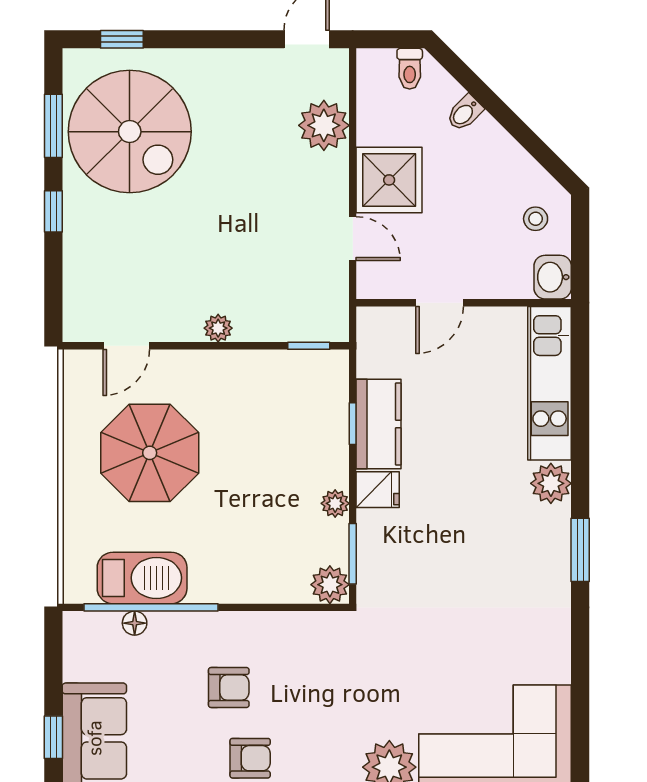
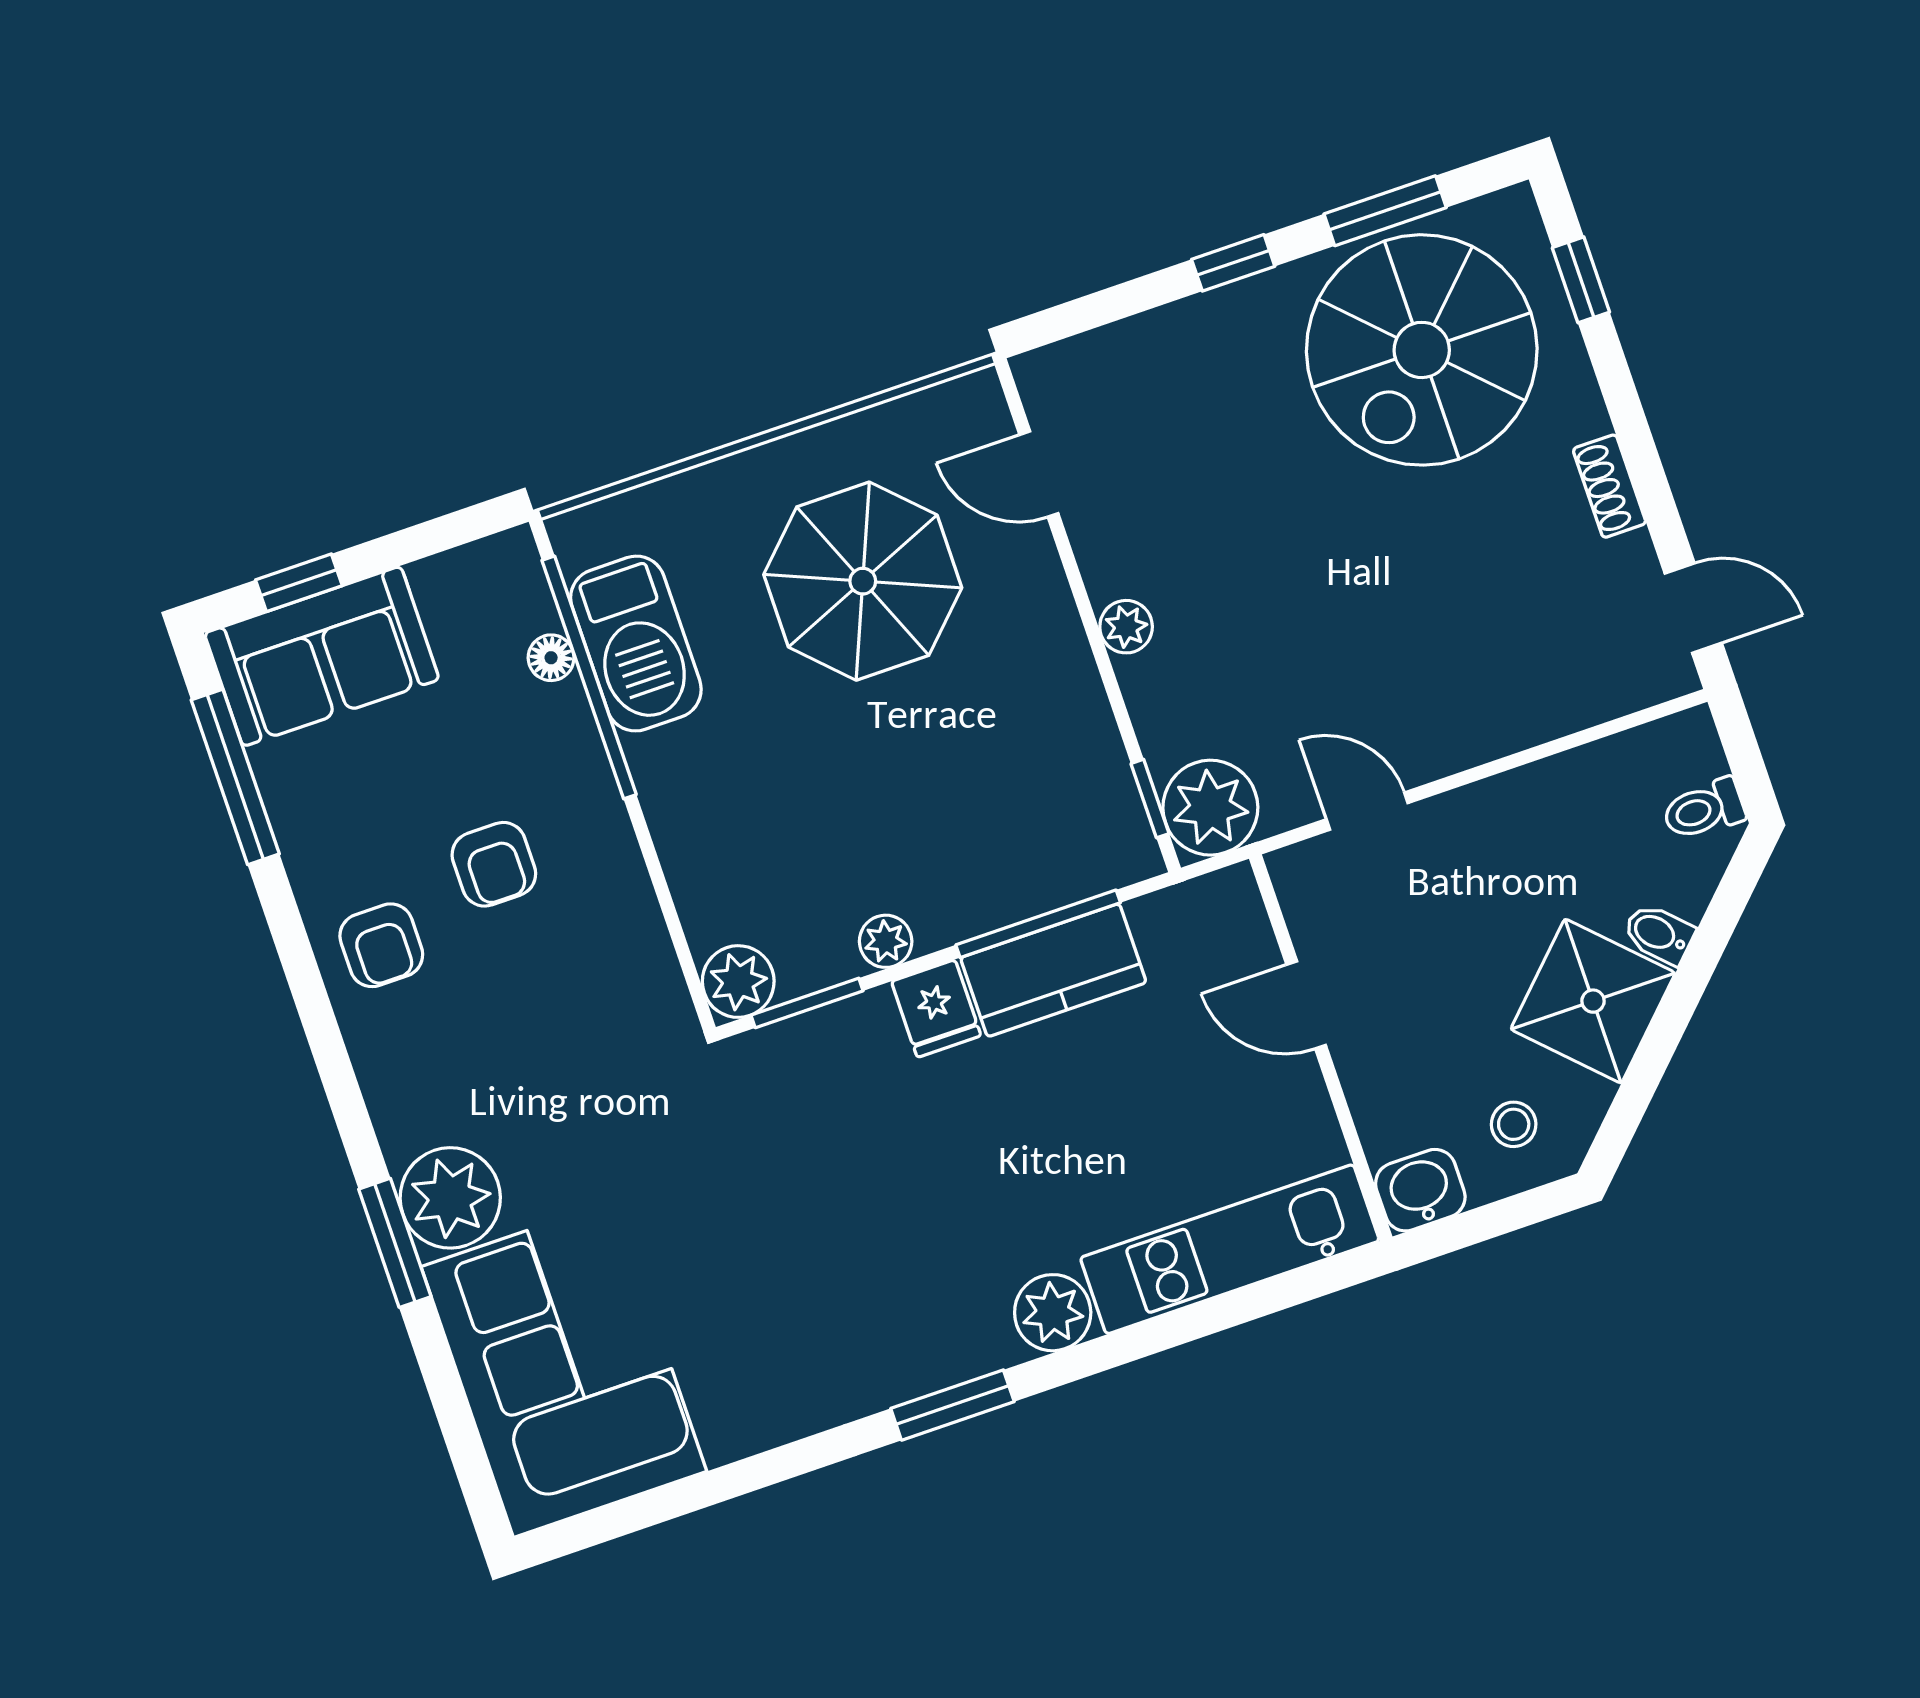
shoe rack: (231, 60) -> (1609, 486), added
plant: (324, 125) -> (1210, 808), moved
shower: (389, 180) -> (1593, 1001), moved, turned 45
door: (353, 239) -> (1367, 811), swing flipped
window: (353, 424) -> (1038, 924), width x2.17

